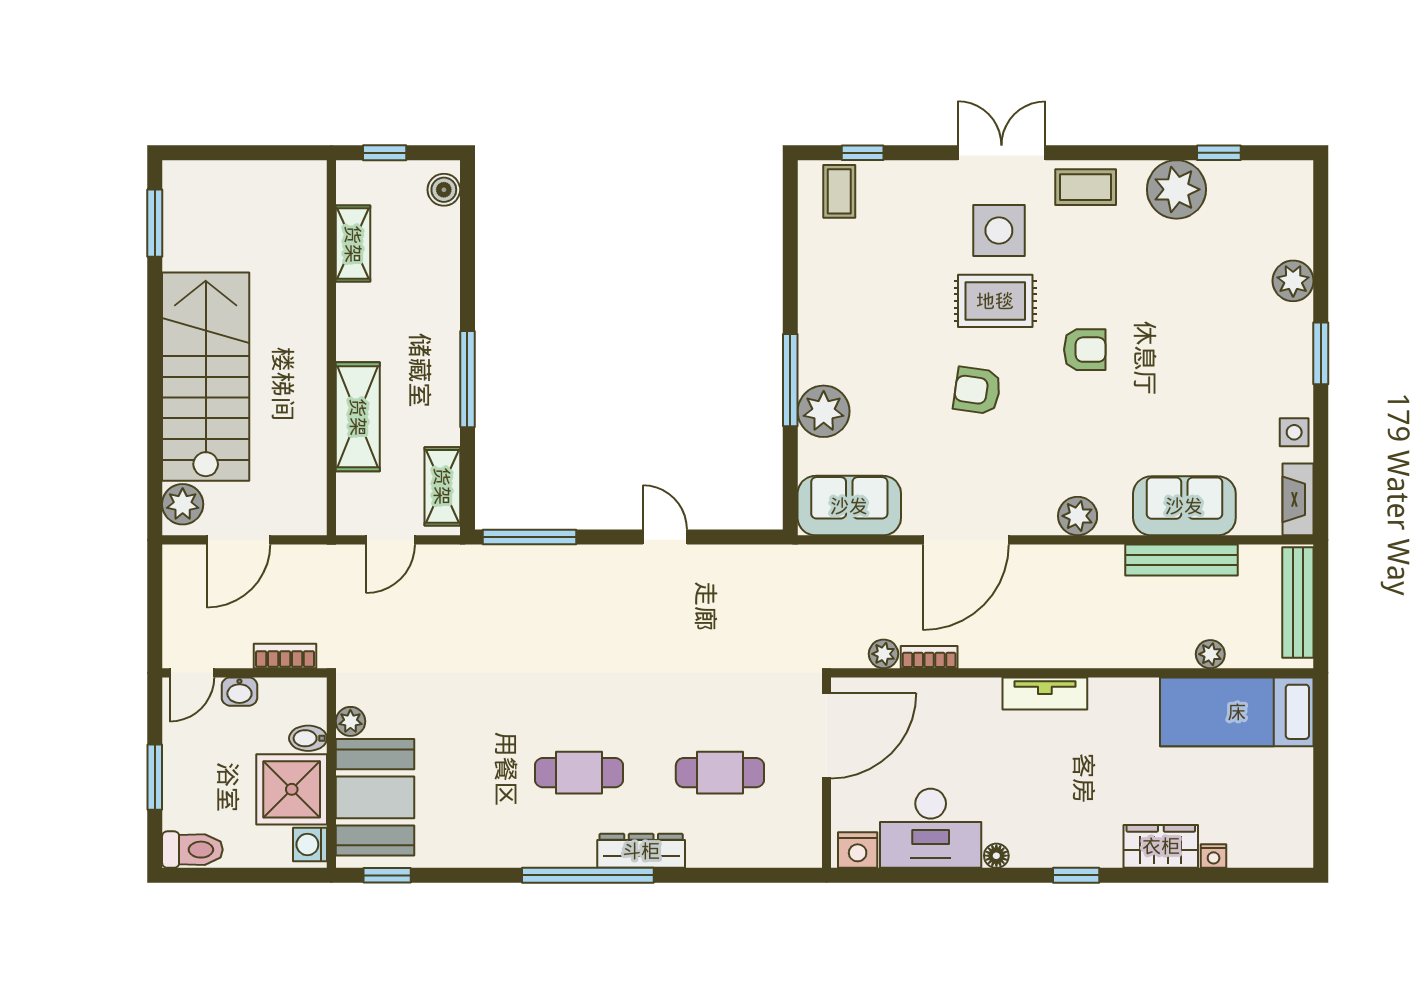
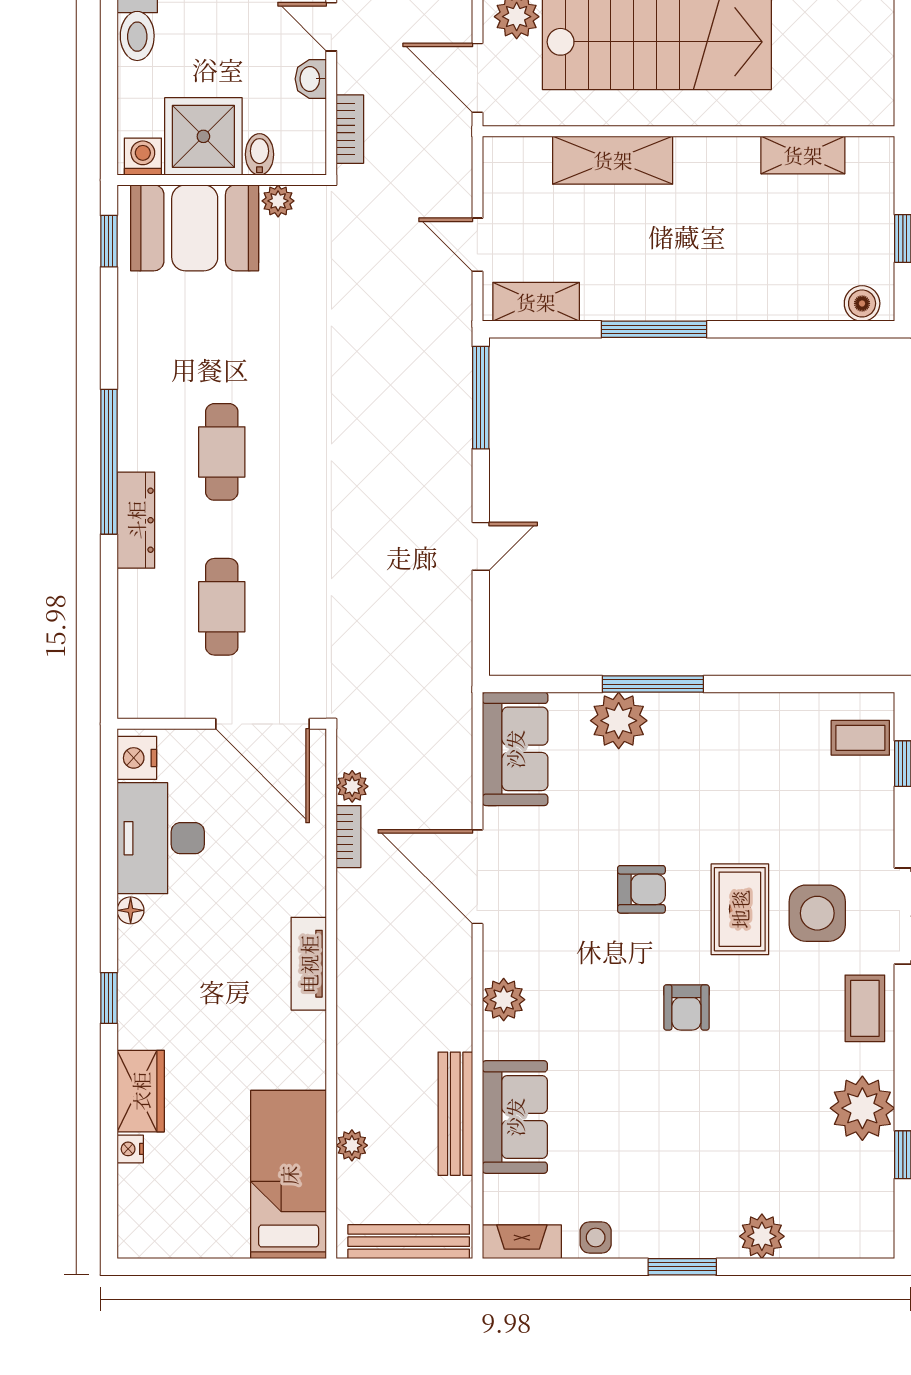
shelving: (353, 244) -> (803, 155), moved
wall: (331, 348) -> (688, 131), moved
armchair: (977, 391) -> (641, 889), turned 82
shelving: (358, 417) -> (613, 160), moved

